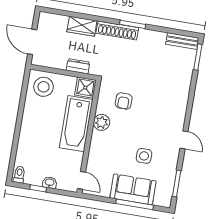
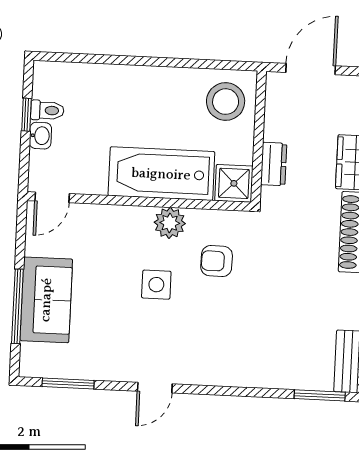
side table: (144, 156) -> (156, 285), moved
toilet: (19, 175) -> (47, 110), moved

